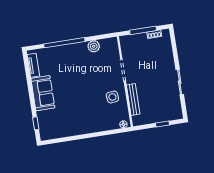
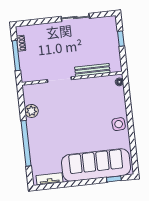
sofa: (43, 93) -> (96, 165), width x1.85, depth x1.27
side table: (112, 97) -> (119, 124), moved

